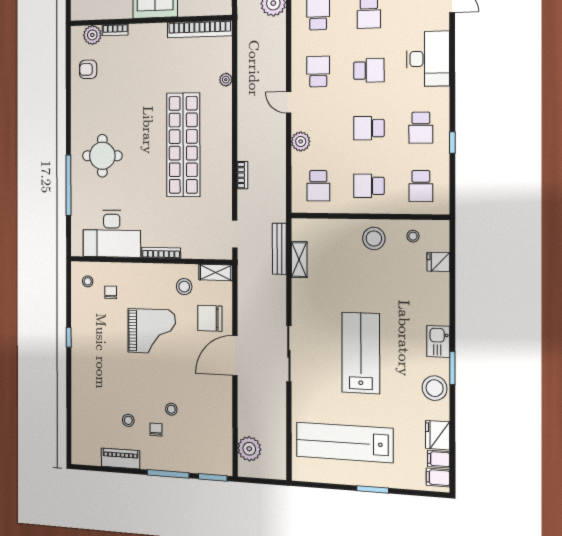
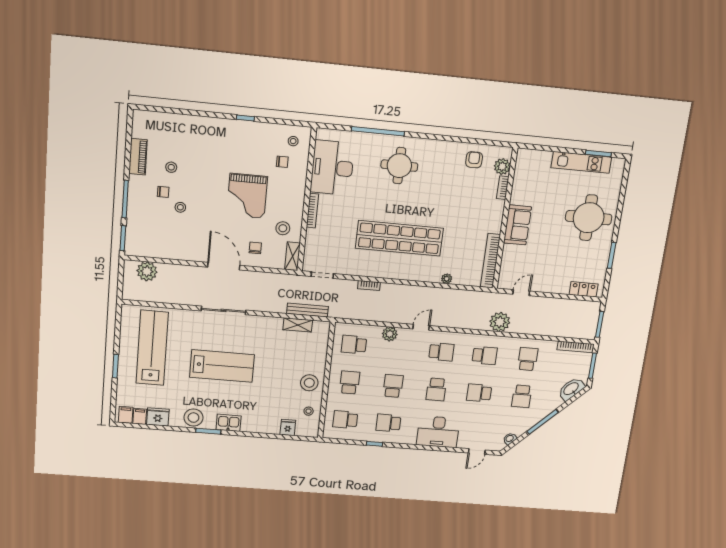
chair: (210, 318) -> (255, 248), width x0.54, depth x0.54

